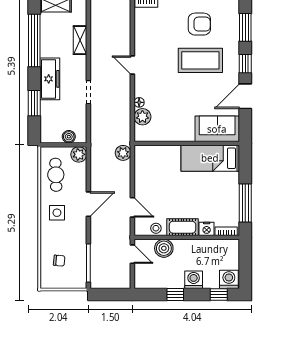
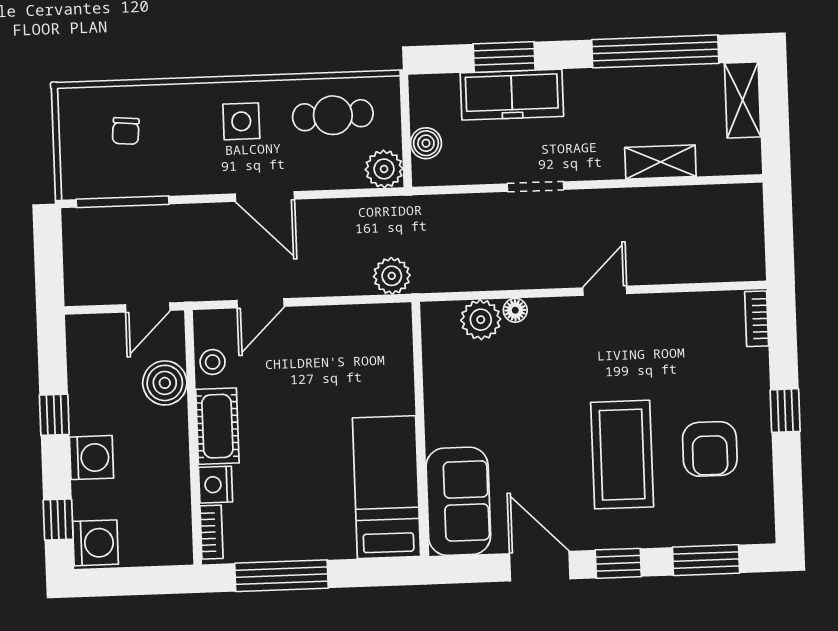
freezer: (50, 79) -> (512, 95), moved

